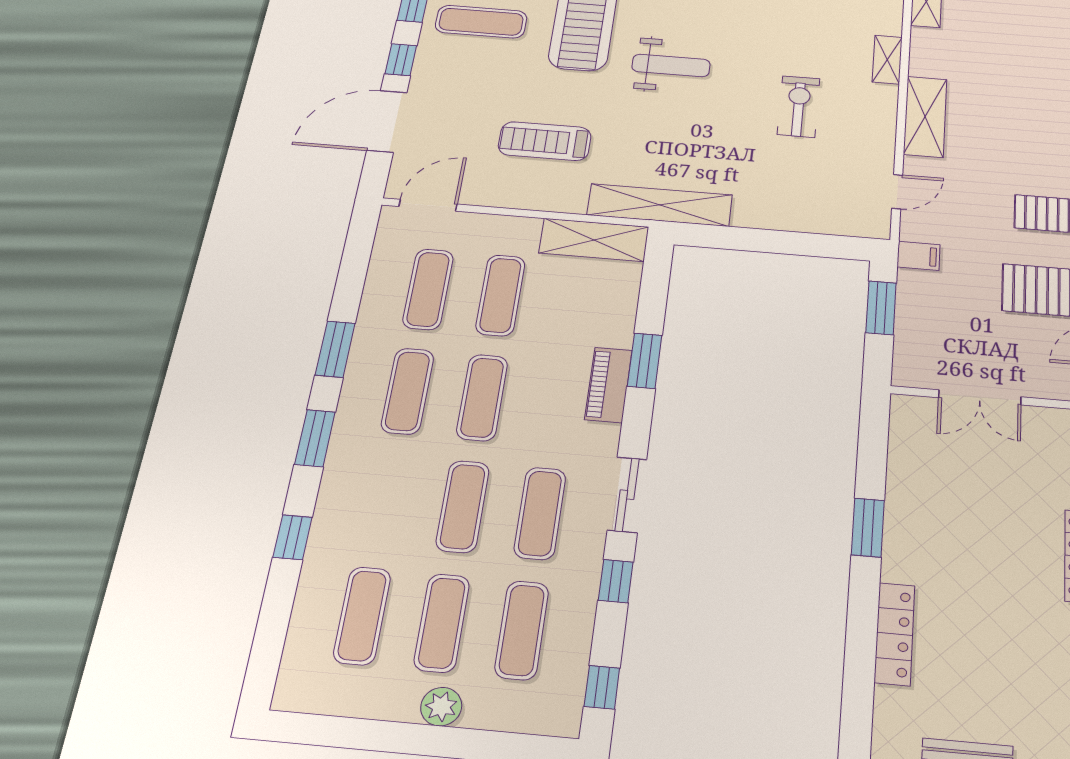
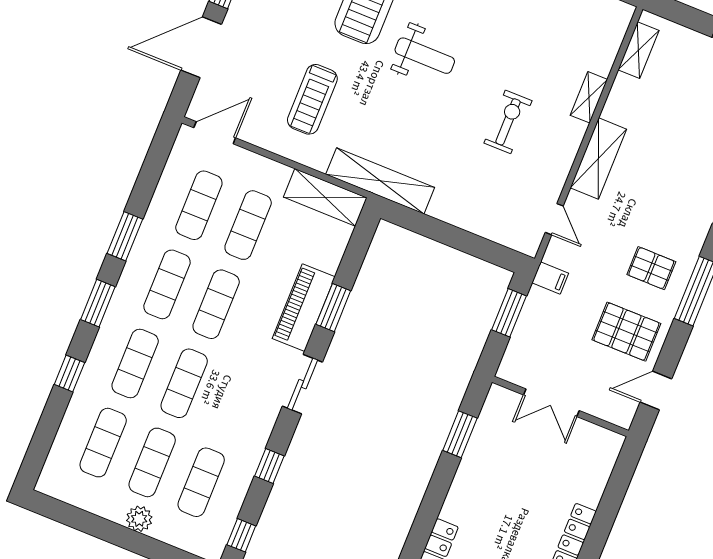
treadmill: (545, 141) -> (312, 99), turned -90
door: (897, 192) -> (554, 219), hinge flipped
piano: (608, 385) -> (304, 308), width x1.37, depth x1.33
sliding door: (627, 495) -> (302, 384), moved
exercise mat: (540, 513) -> (135, 363), moved
window: (868, 527) -> (460, 434), moved

